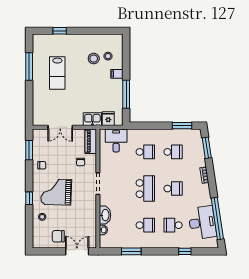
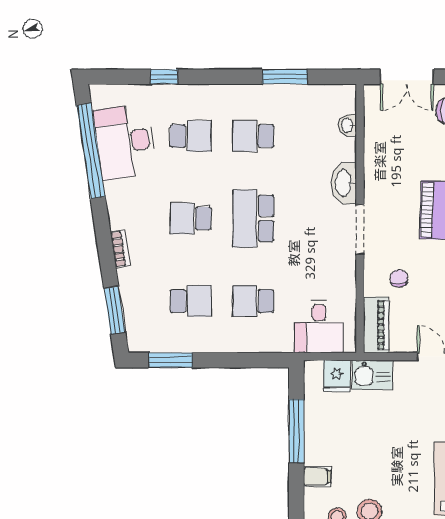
school desk: (173, 152) -> (191, 301), turned 180
washbasin: (105, 215) -> (344, 183), moved

